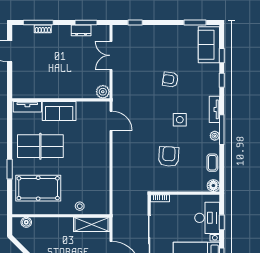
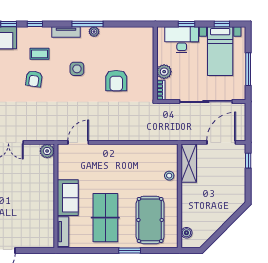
armchair: (169, 156) -> (116, 81), turned -93
coffee table: (212, 163) -> (40, 54), moved
floor lamp: (213, 186) -> (147, 33), removed
plant: (177, 201) -> (164, 72), added

